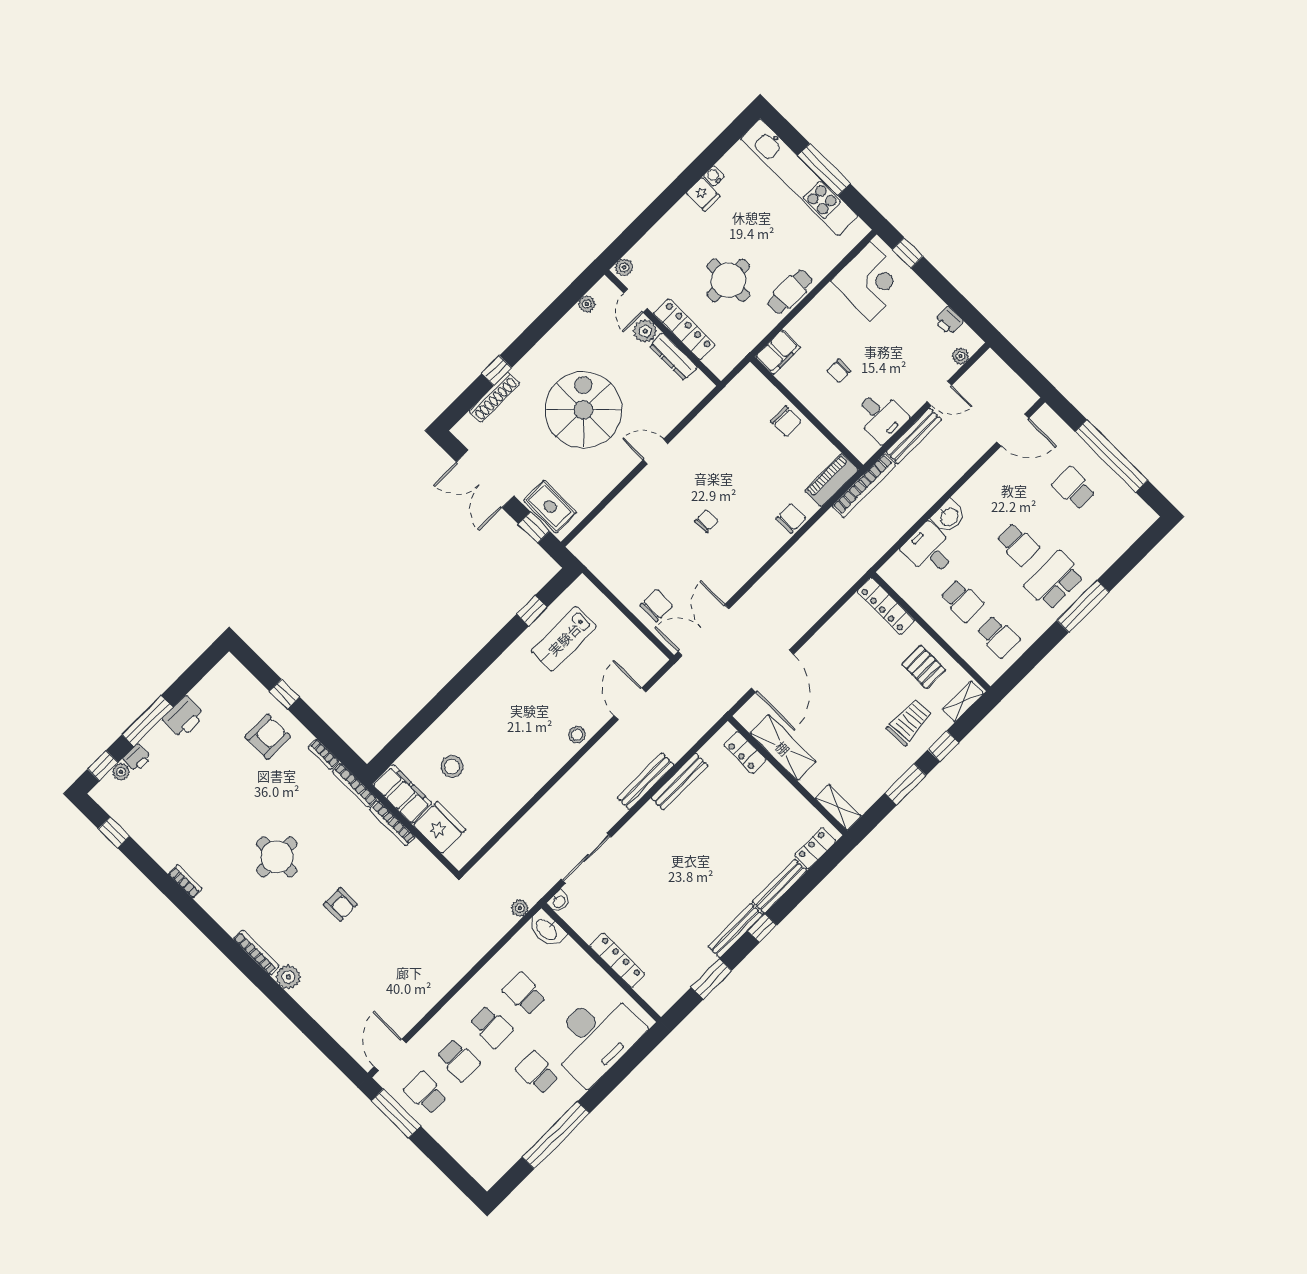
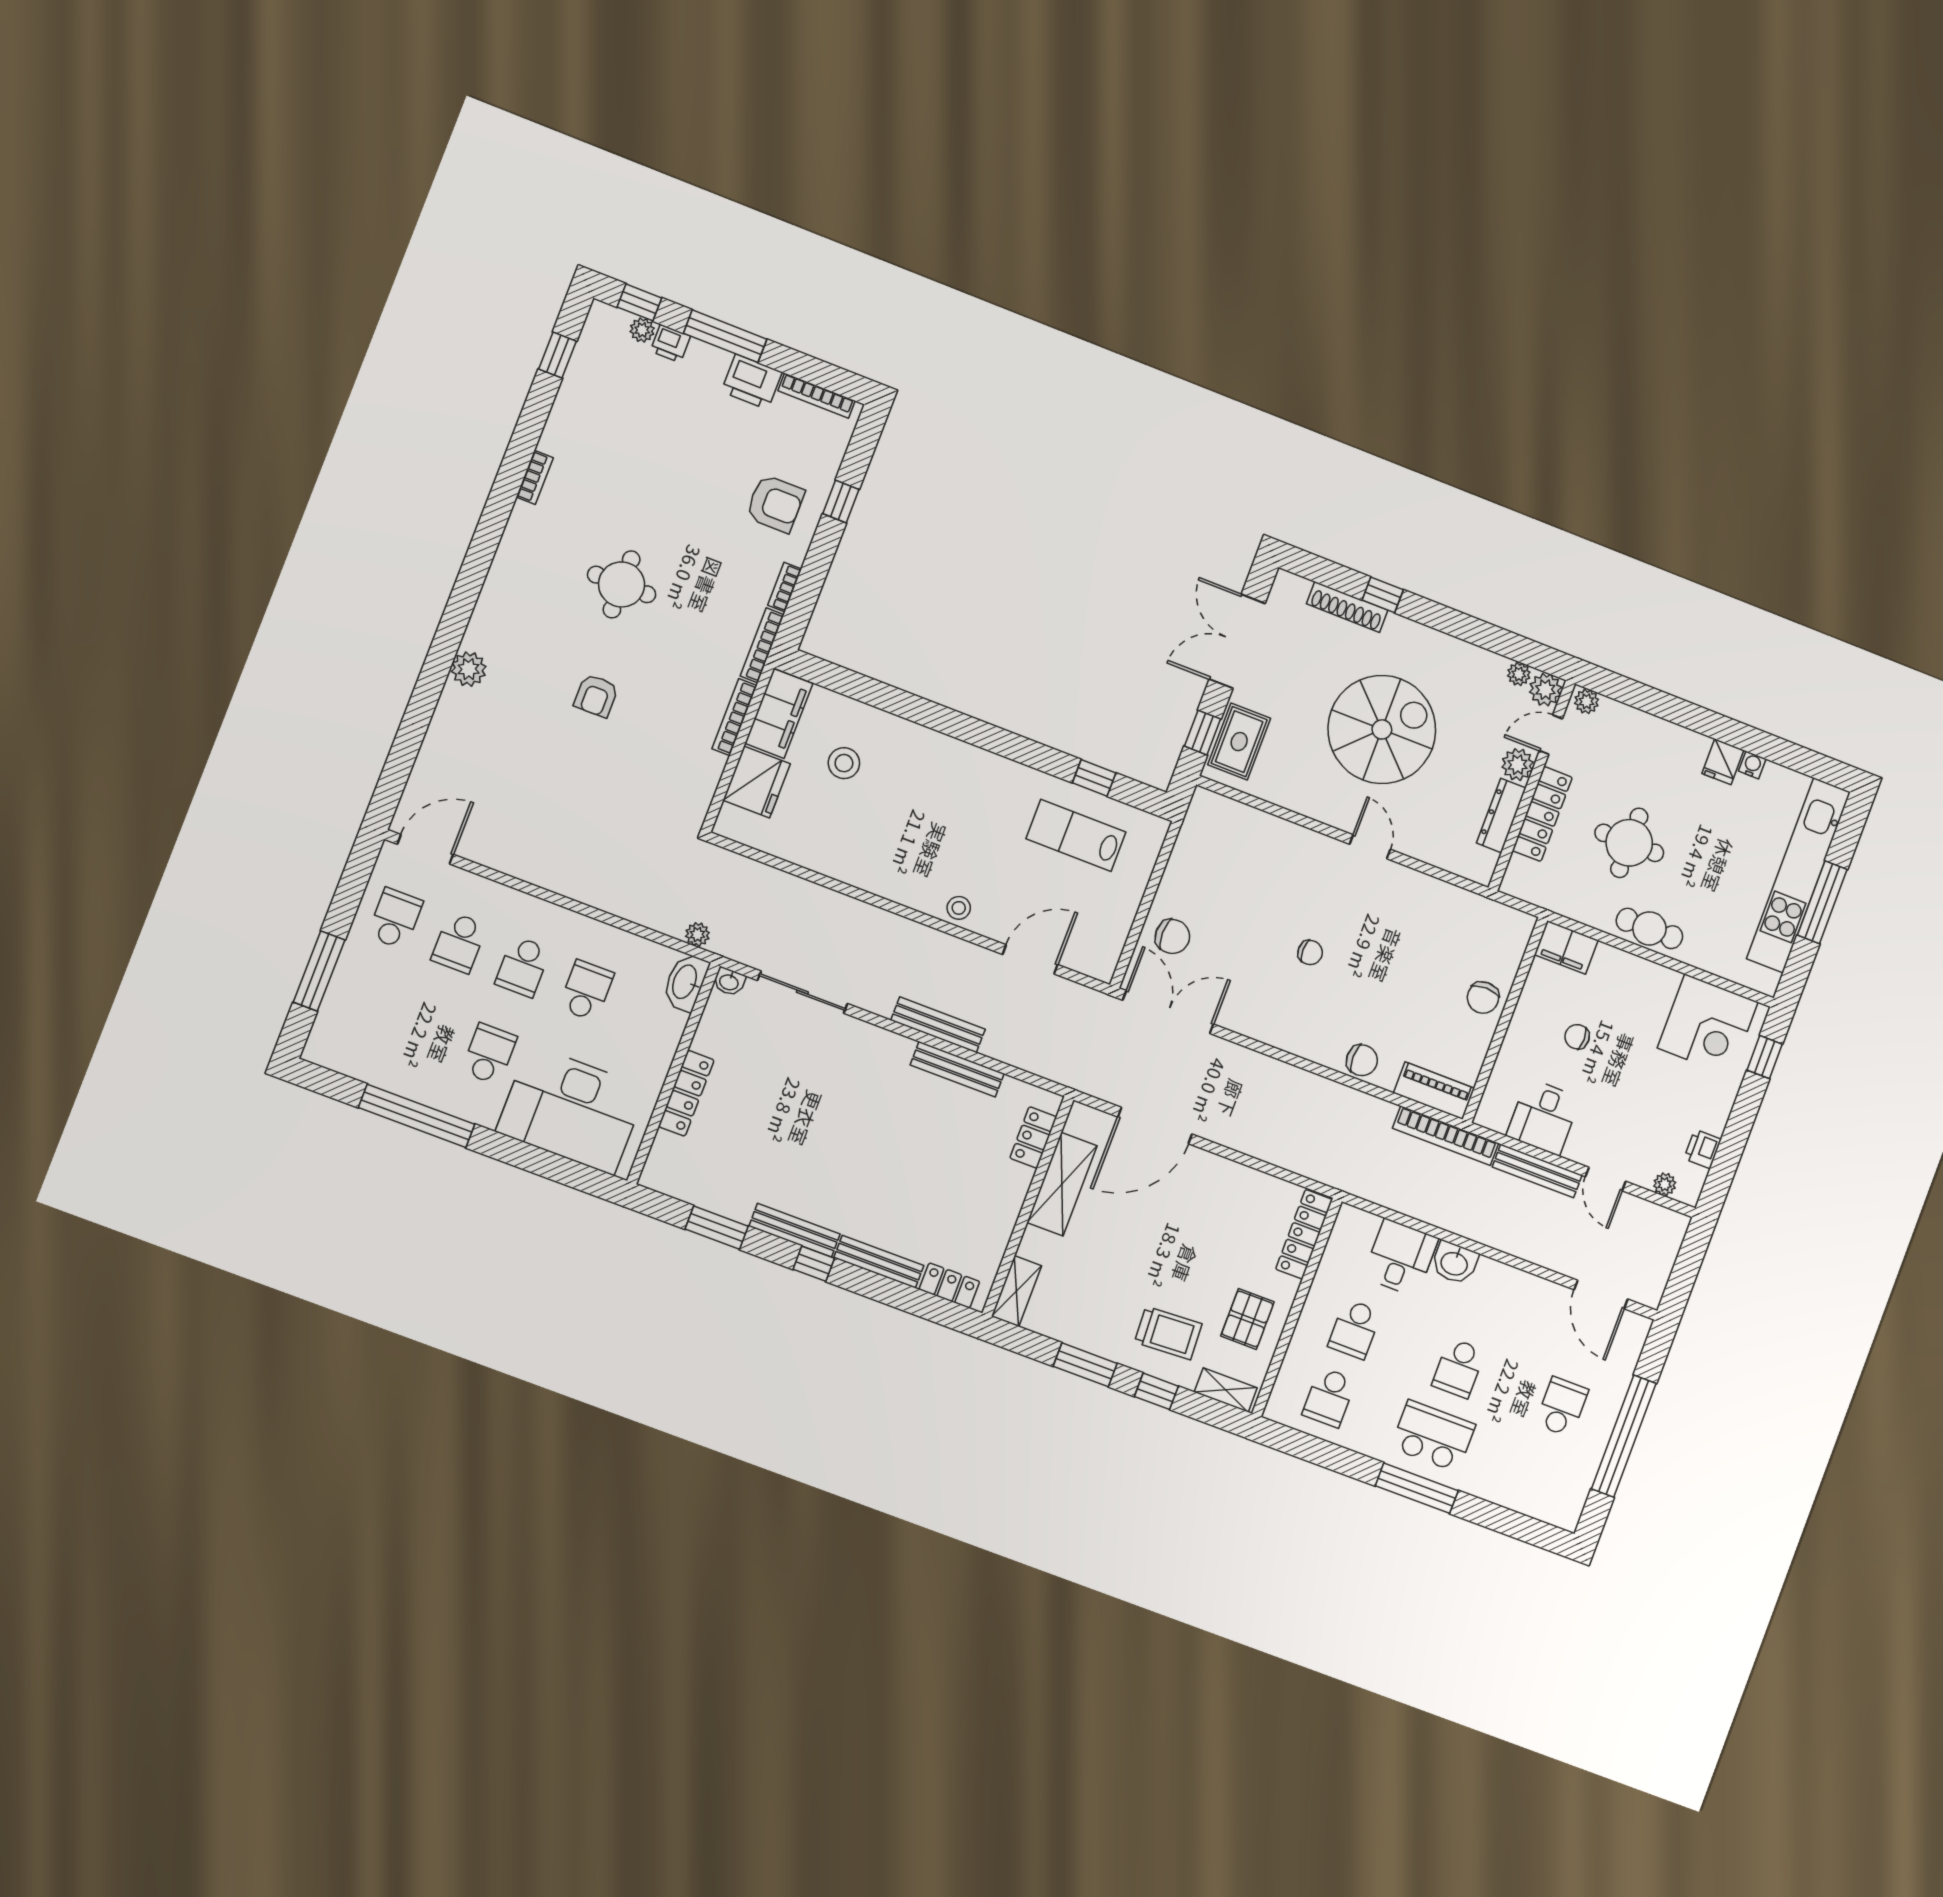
plant: (605, 291) -> (1545, 690), added
bookcase: (256, 952) -> (817, 396), moved, turned 90
window: (396, 1113) -> (319, 971), moved

